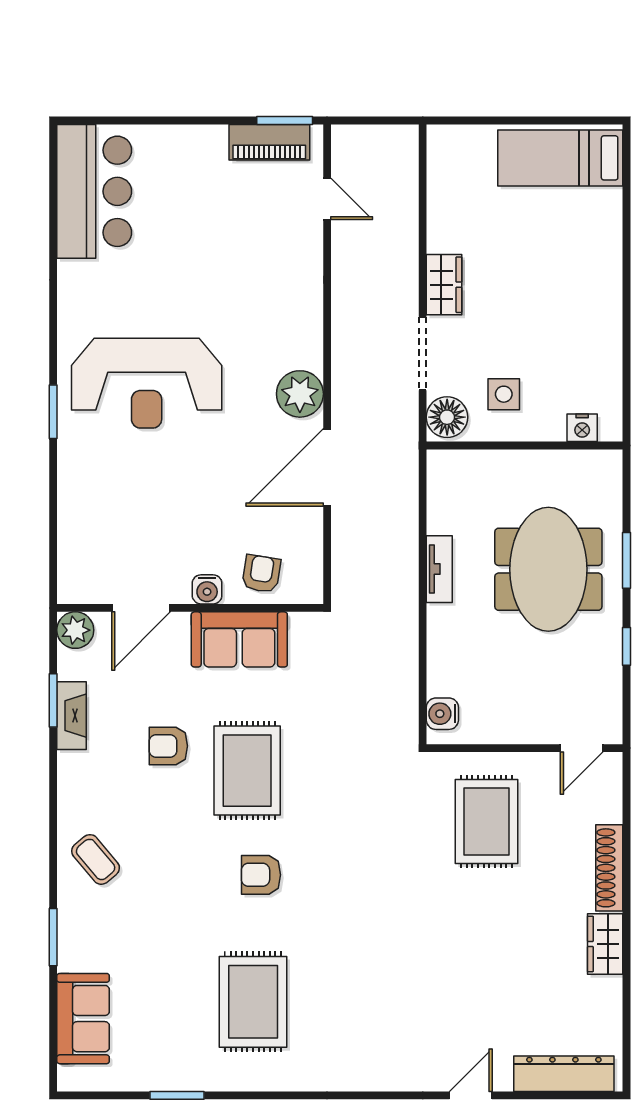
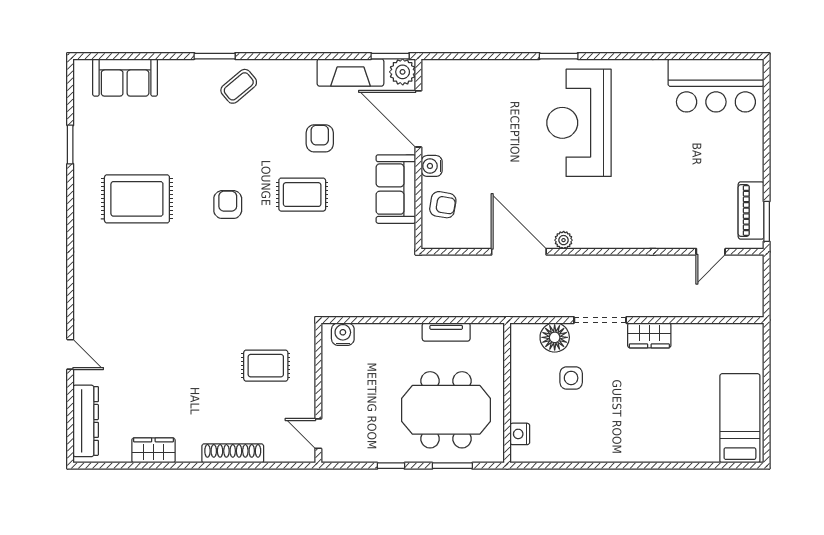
plant: (300, 394) -> (564, 240), width x0.53, depth x0.53
nightstand: (582, 428) -> (520, 434), moved
wall: (525, 445) -> (507, 393), moved
door: (141, 608) -> (418, 119), width x1.36
window: (53, 700) -> (390, 56), moved
fireplace: (71, 716) -> (350, 72), width x1.37, depth x1.32
rug: (247, 771) -> (302, 195), width x0.73, depth x0.70
rug: (487, 822) -> (266, 366), width x0.73, depth x0.70
window: (53, 937) -> (215, 56), moved
wardrobe: (605, 944) -> (153, 450), moved

